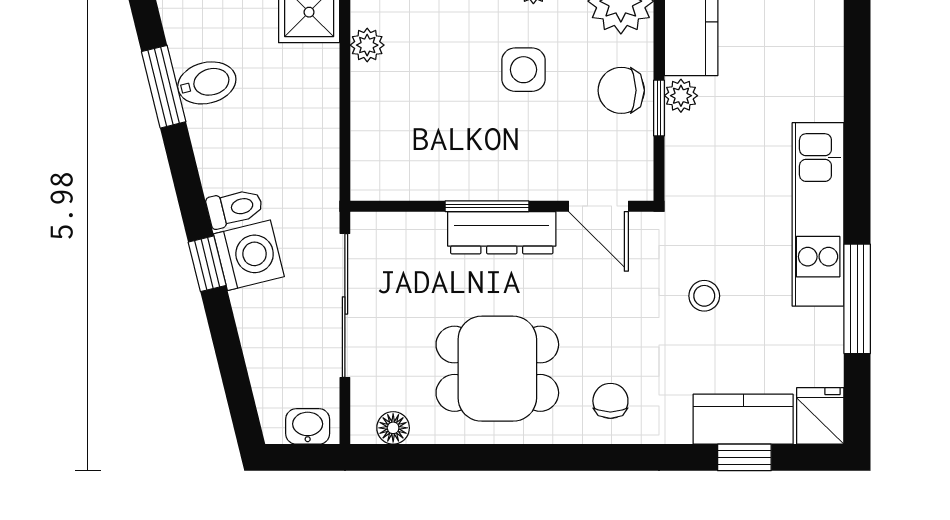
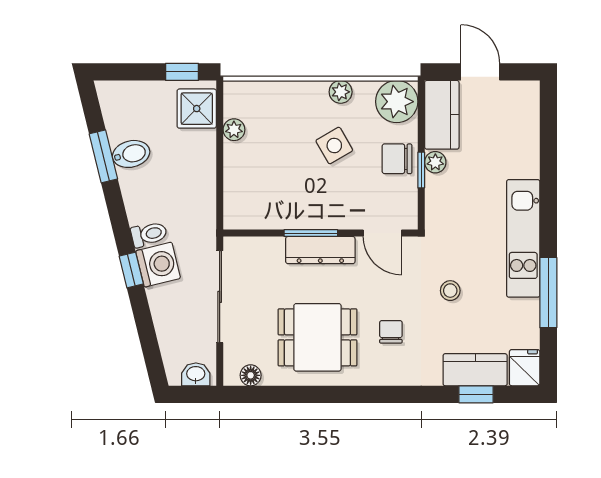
side table: (524, 70) -> (334, 146), turned -30
chair: (610, 401) -> (391, 332), moved

